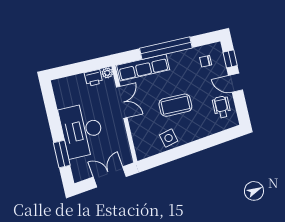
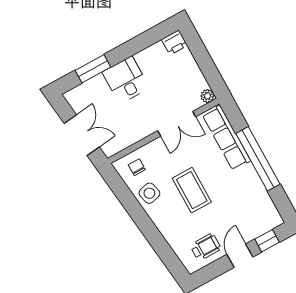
chair: (206, 61) -> (137, 167), moved
printer: (94, 78) -> (174, 42), moved, turned -90
desk: (82, 130) -> (126, 80), width x0.53, depth x0.77

